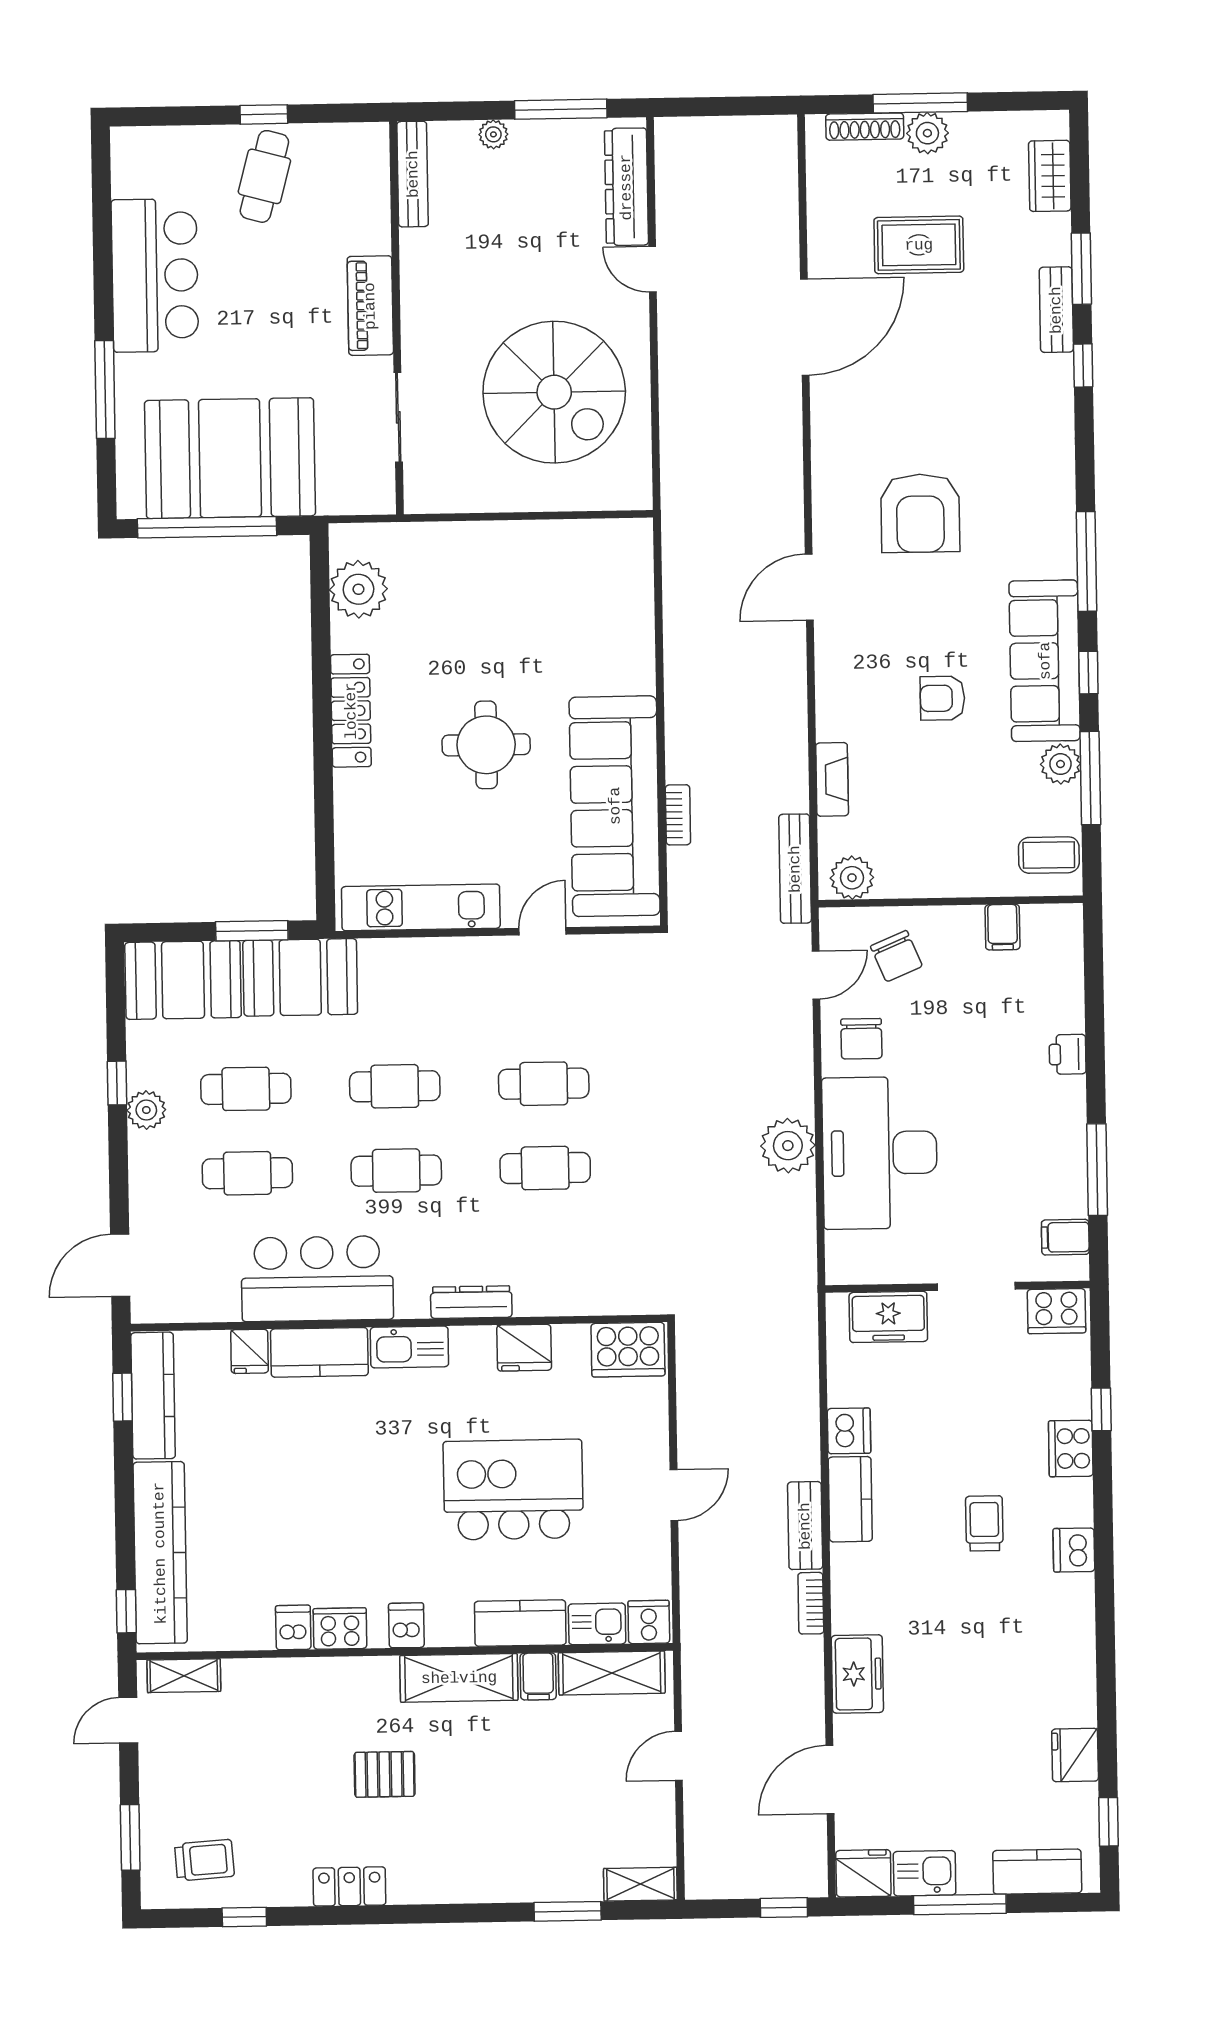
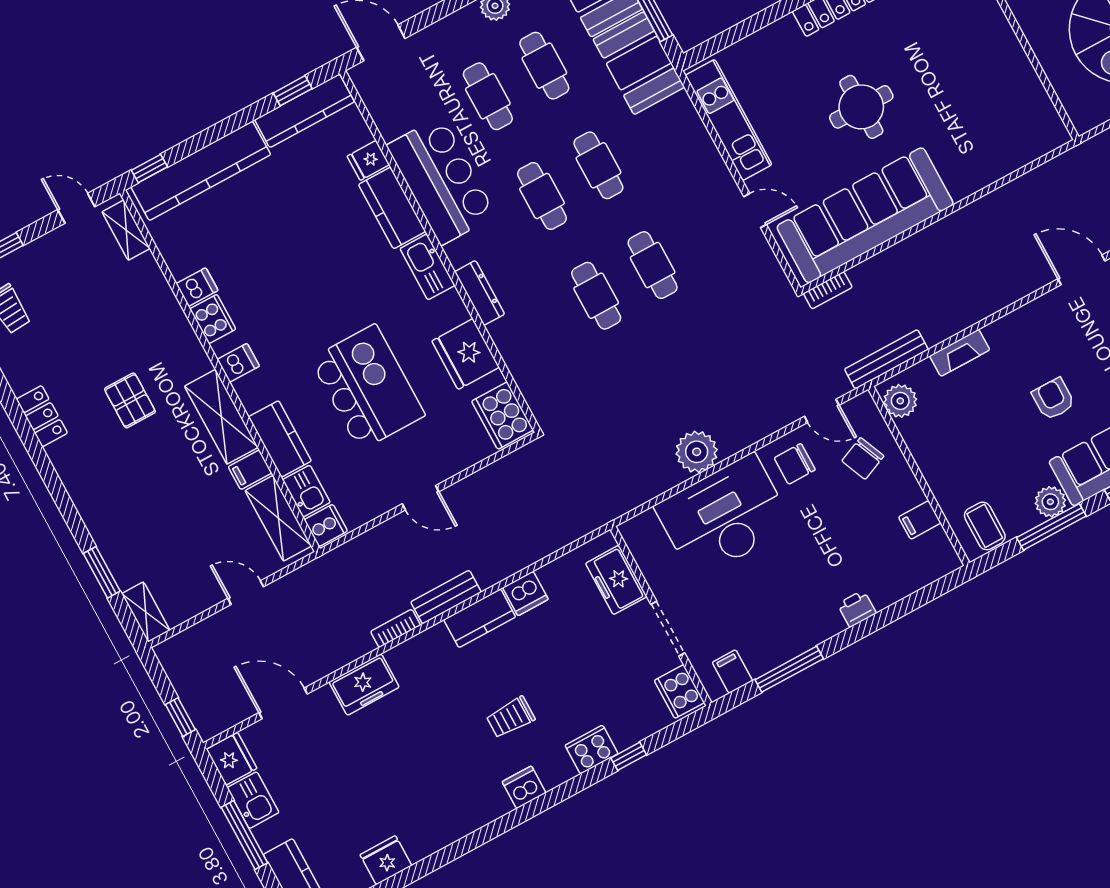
bookcase: (678, 815) -> (828, 290), moved
fridge: (524, 1348) -> (466, 354), width x1.36, depth x1.34
trolley: (984, 1523) -> (511, 717), turned 180

